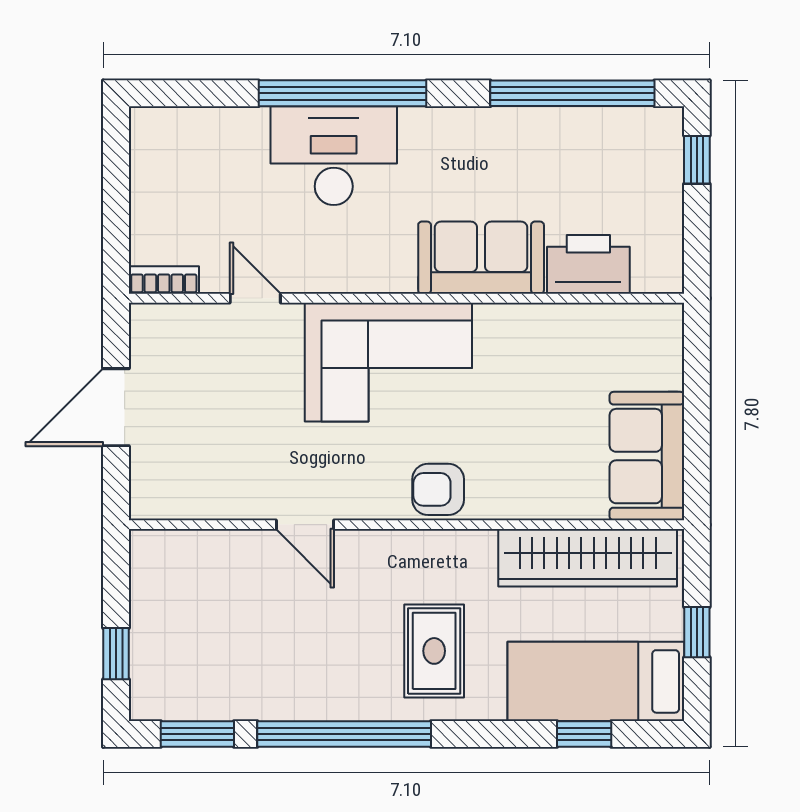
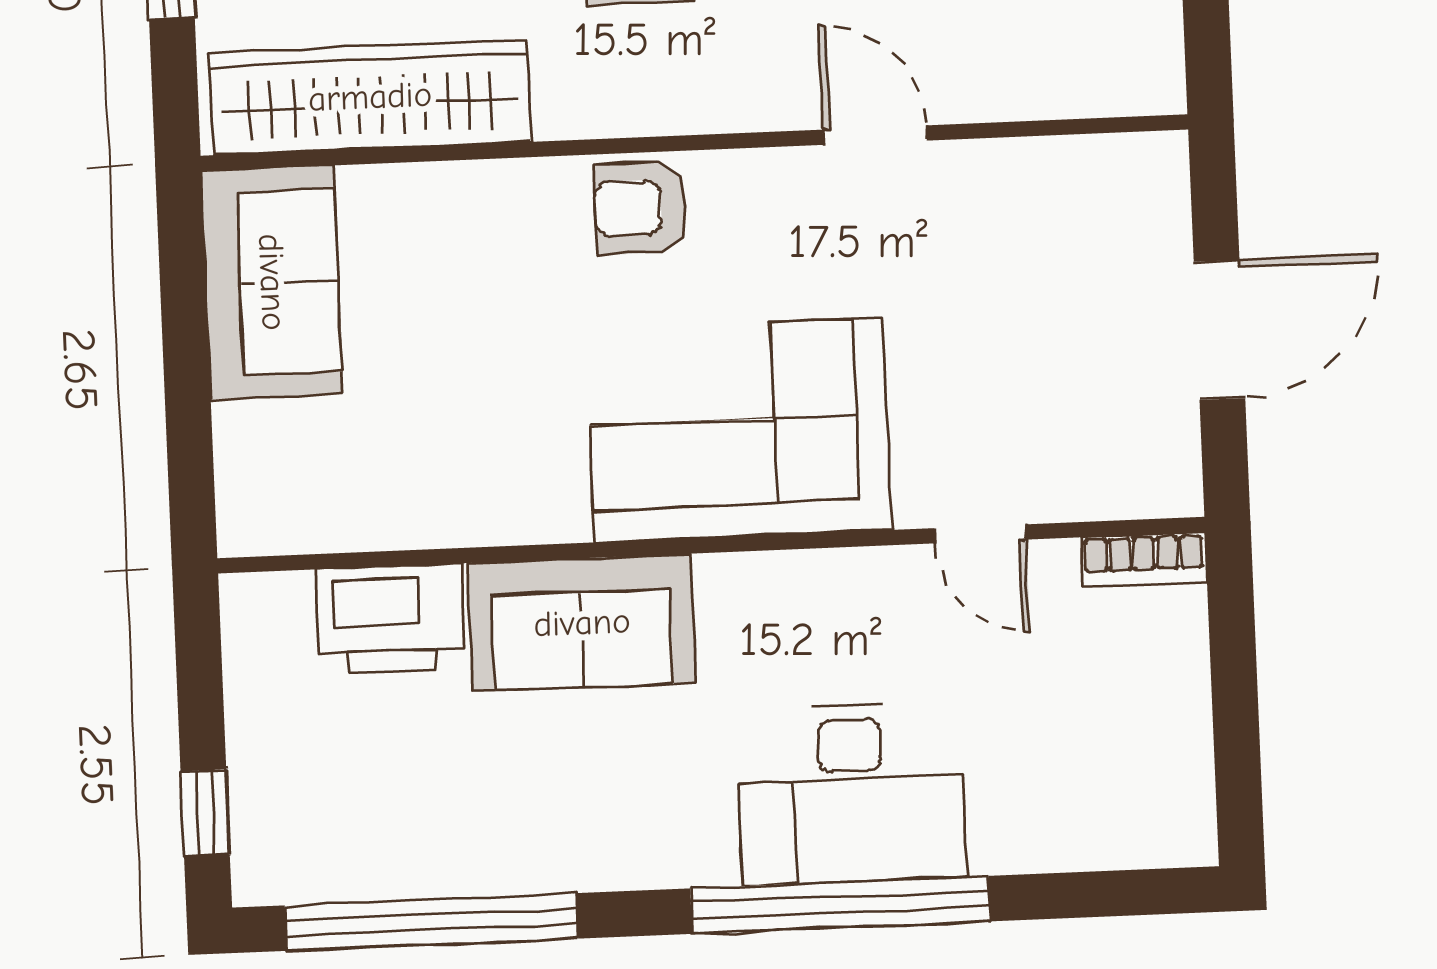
armchair: (438, 489) -> (641, 208), turned 180

